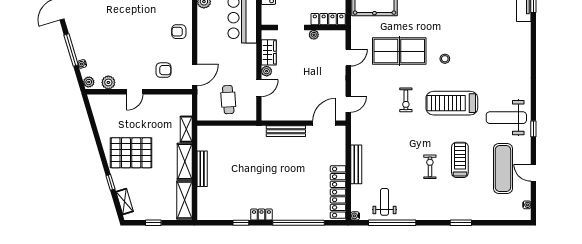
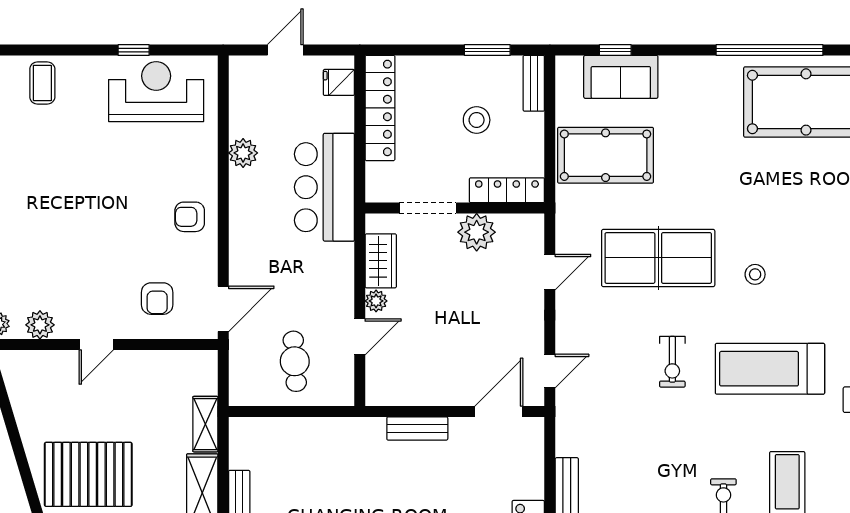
plant: (314, 35) -> (477, 232), width x1.88, depth x1.88
armchair: (163, 70) -> (157, 299), turned 90
bench: (286, 131) -> (417, 428), width x0.73

